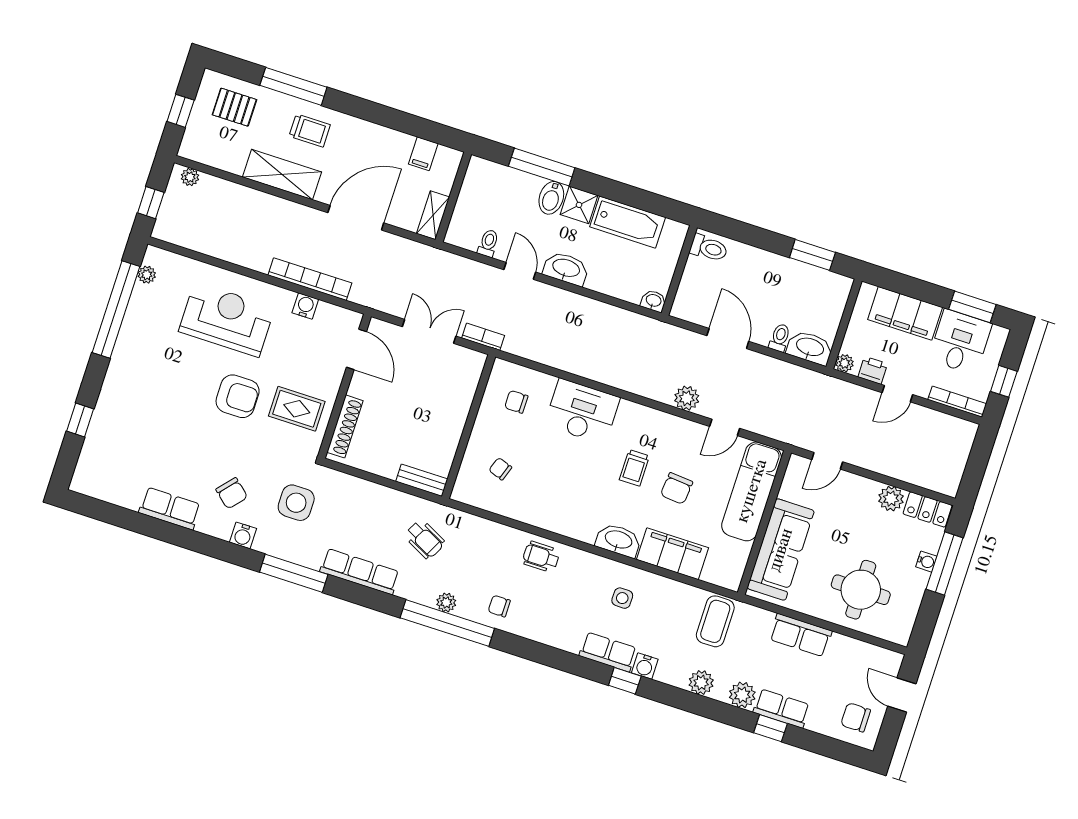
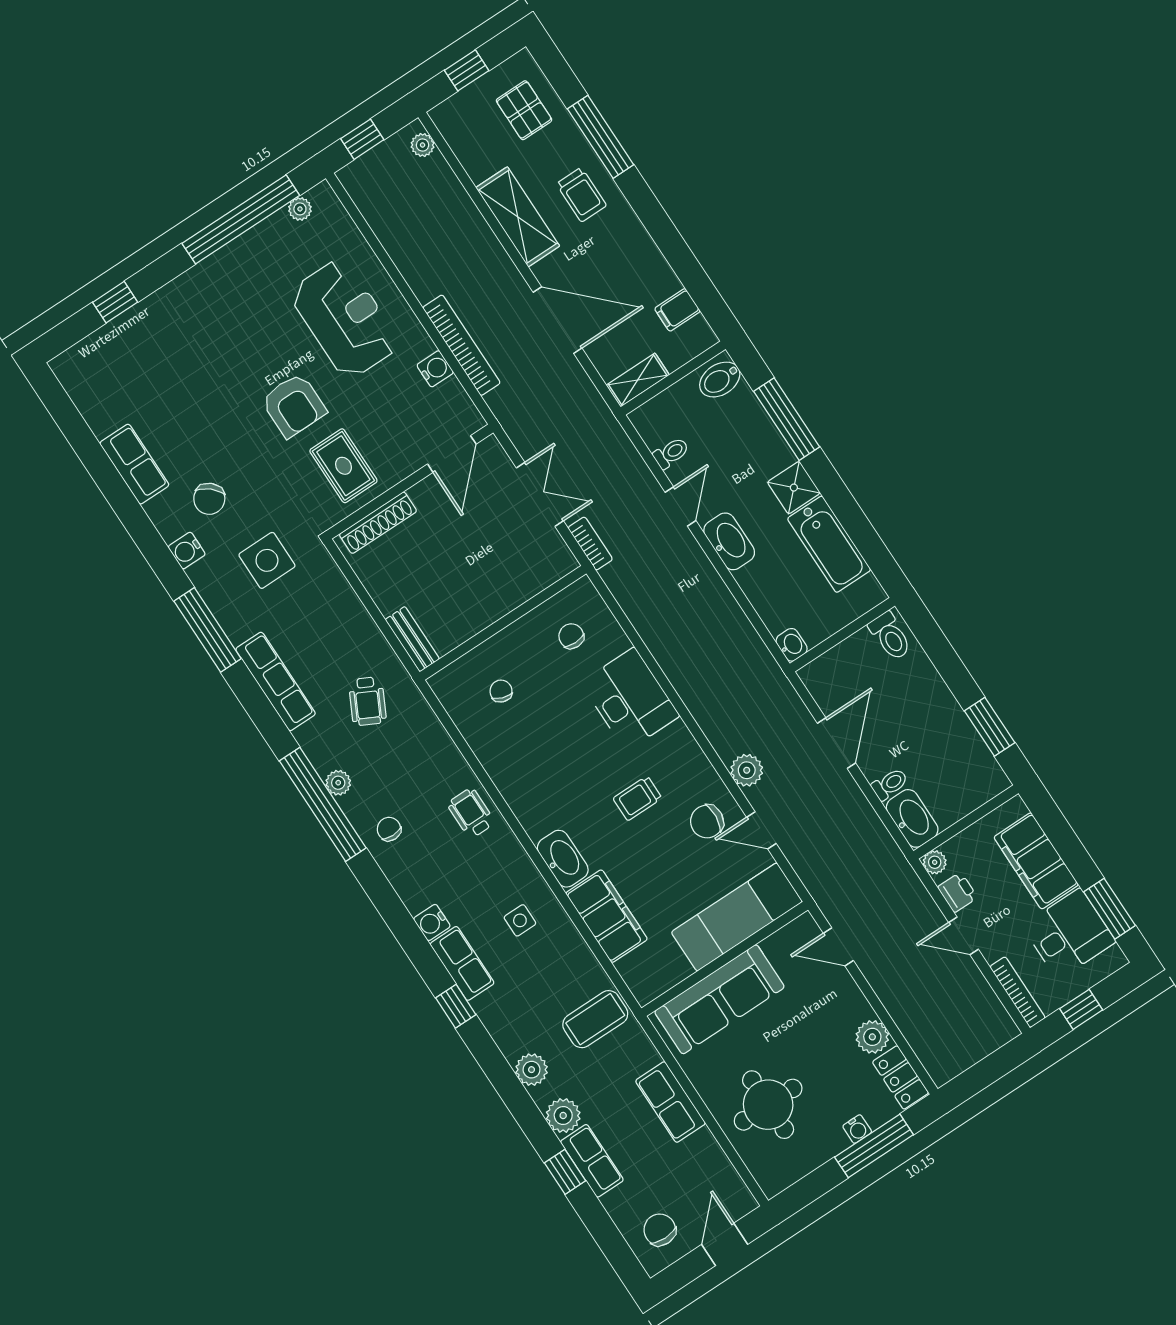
bidet: (551, 198) -> (720, 380), moved
chair: (677, 488) -> (707, 821), moved
water cooler: (645, 666) -> (432, 922), moved

